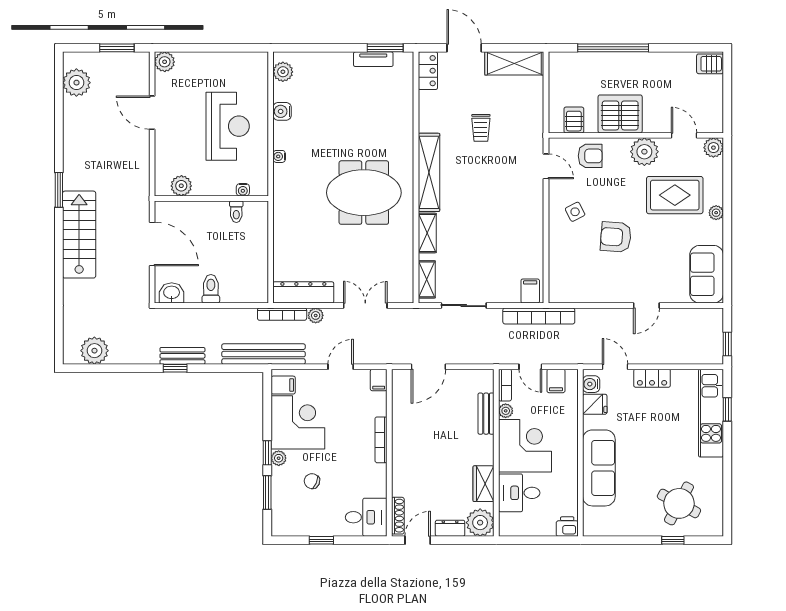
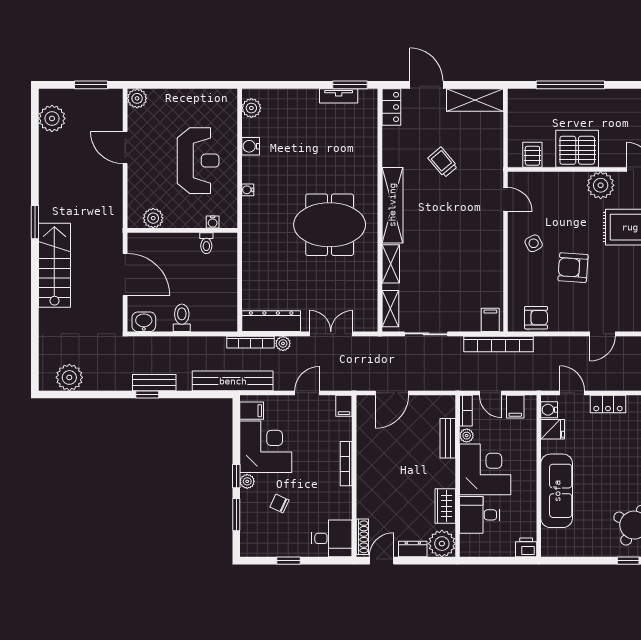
trolley: (481, 128) -> (443, 162), turned 140
armchair: (590, 156) -> (536, 318), moved

